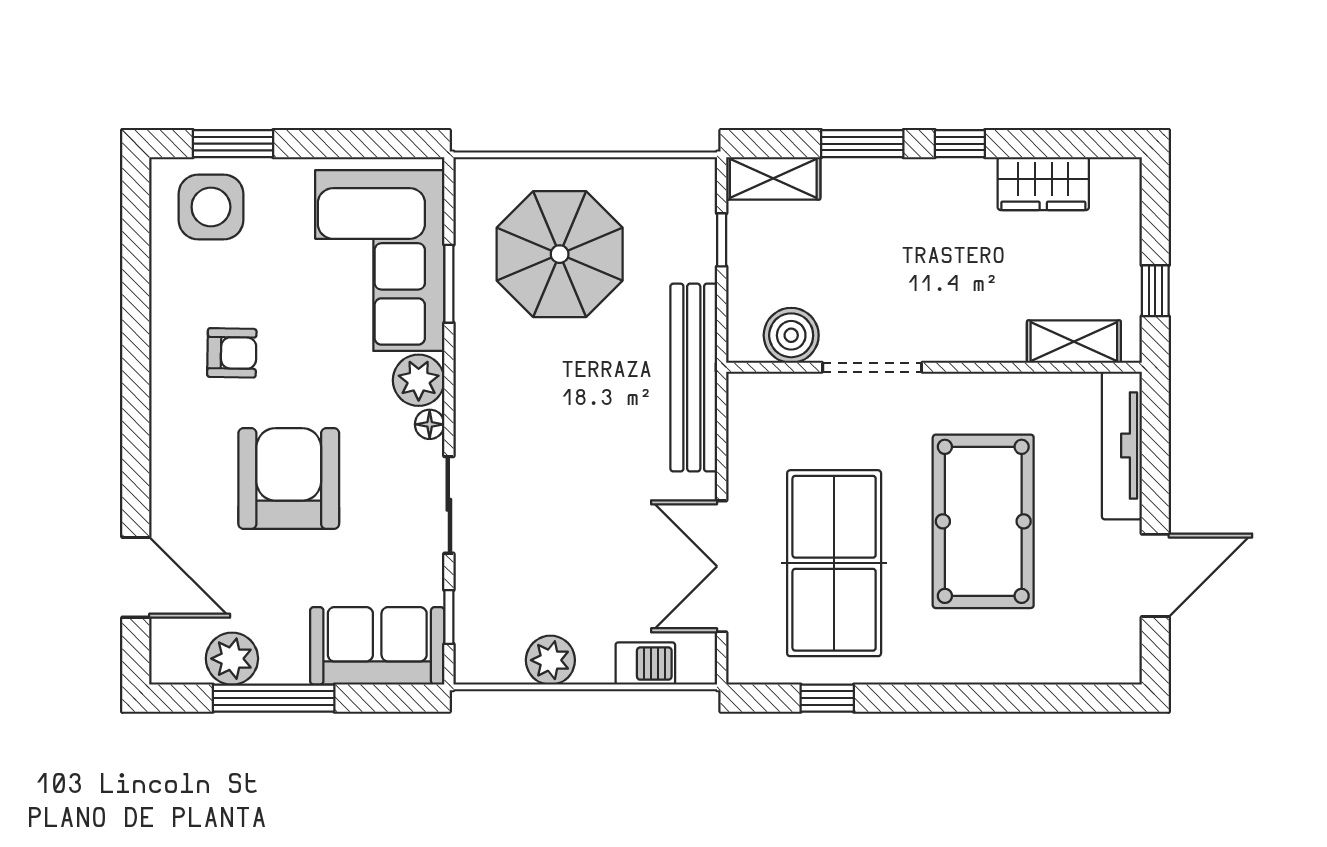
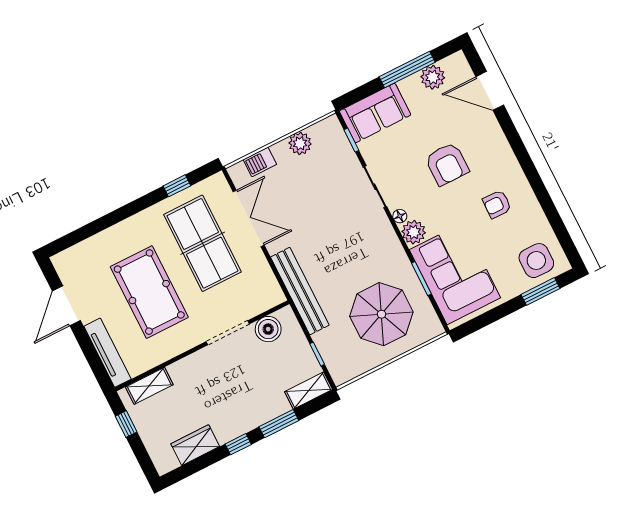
armchair: (289, 479) -> (447, 164), width x0.73, depth x0.73

